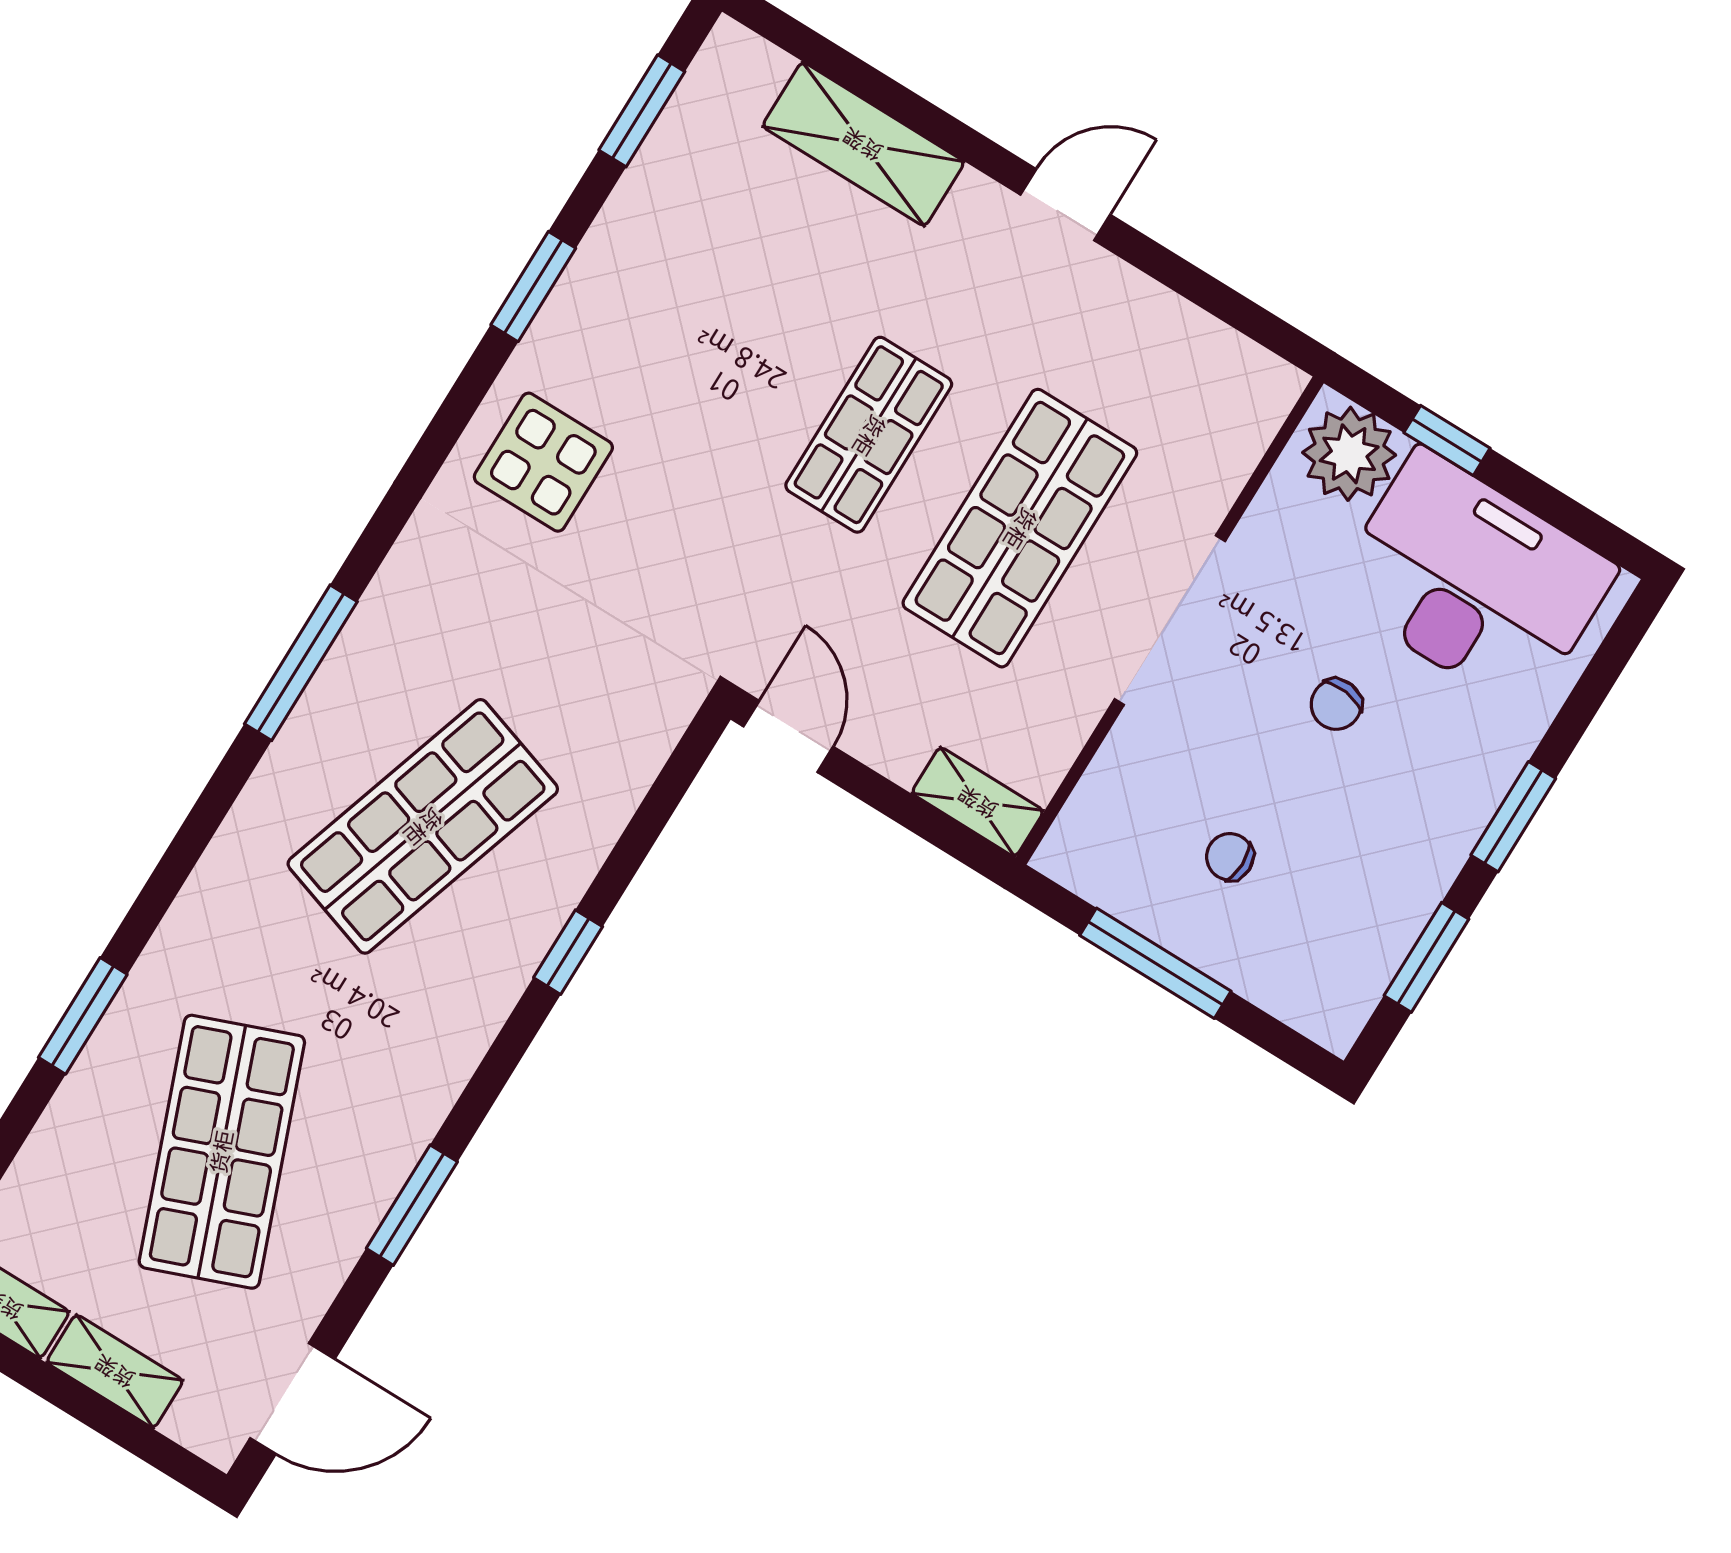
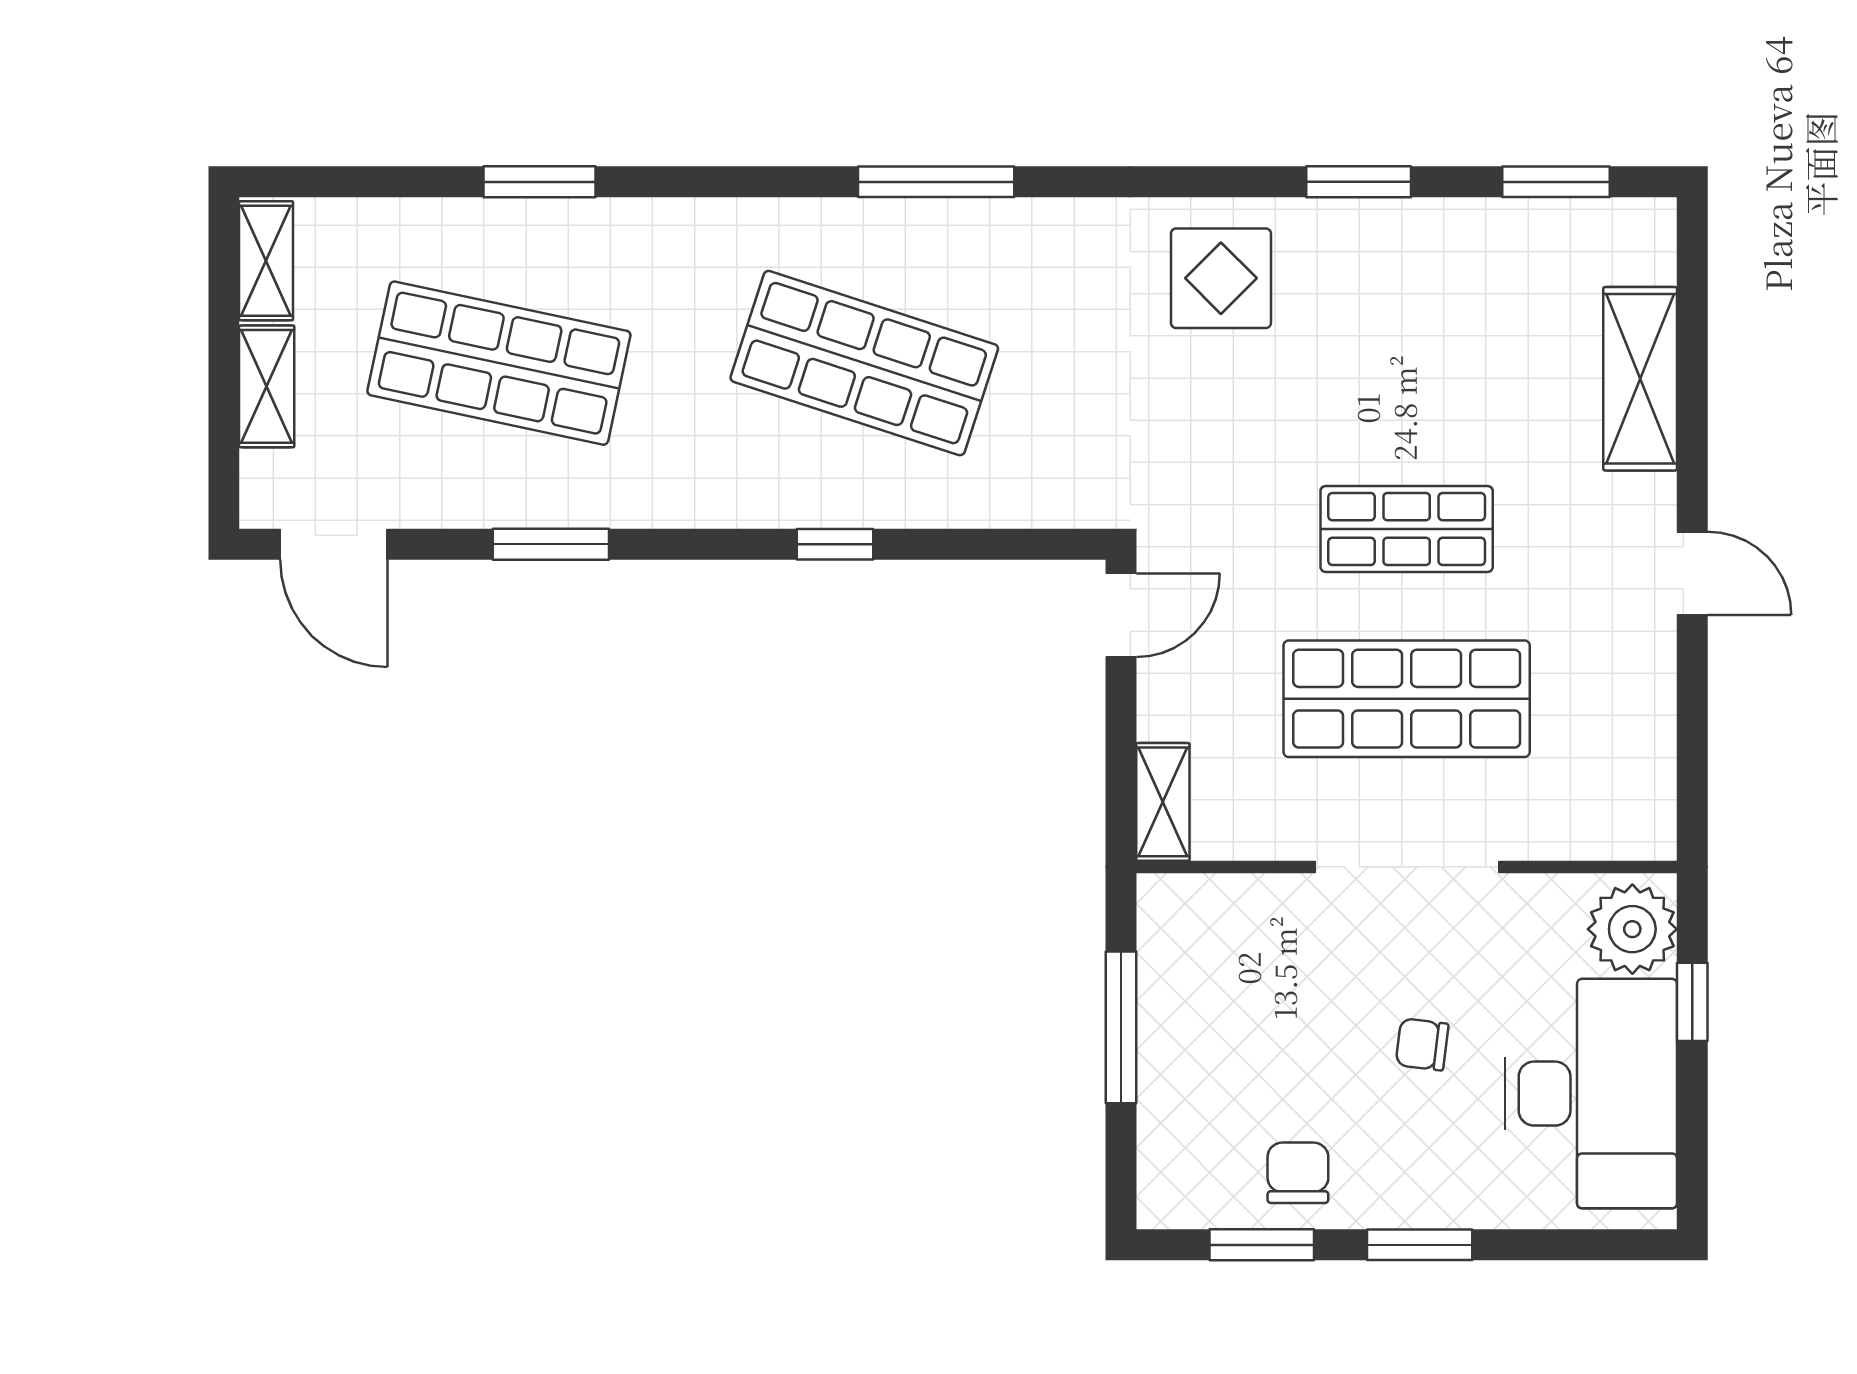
chair: (1230, 857) -> (1298, 1173), moved, width x1.37, depth x1.37
shop shelf: (222, 1152) -> (499, 363), turned 33

